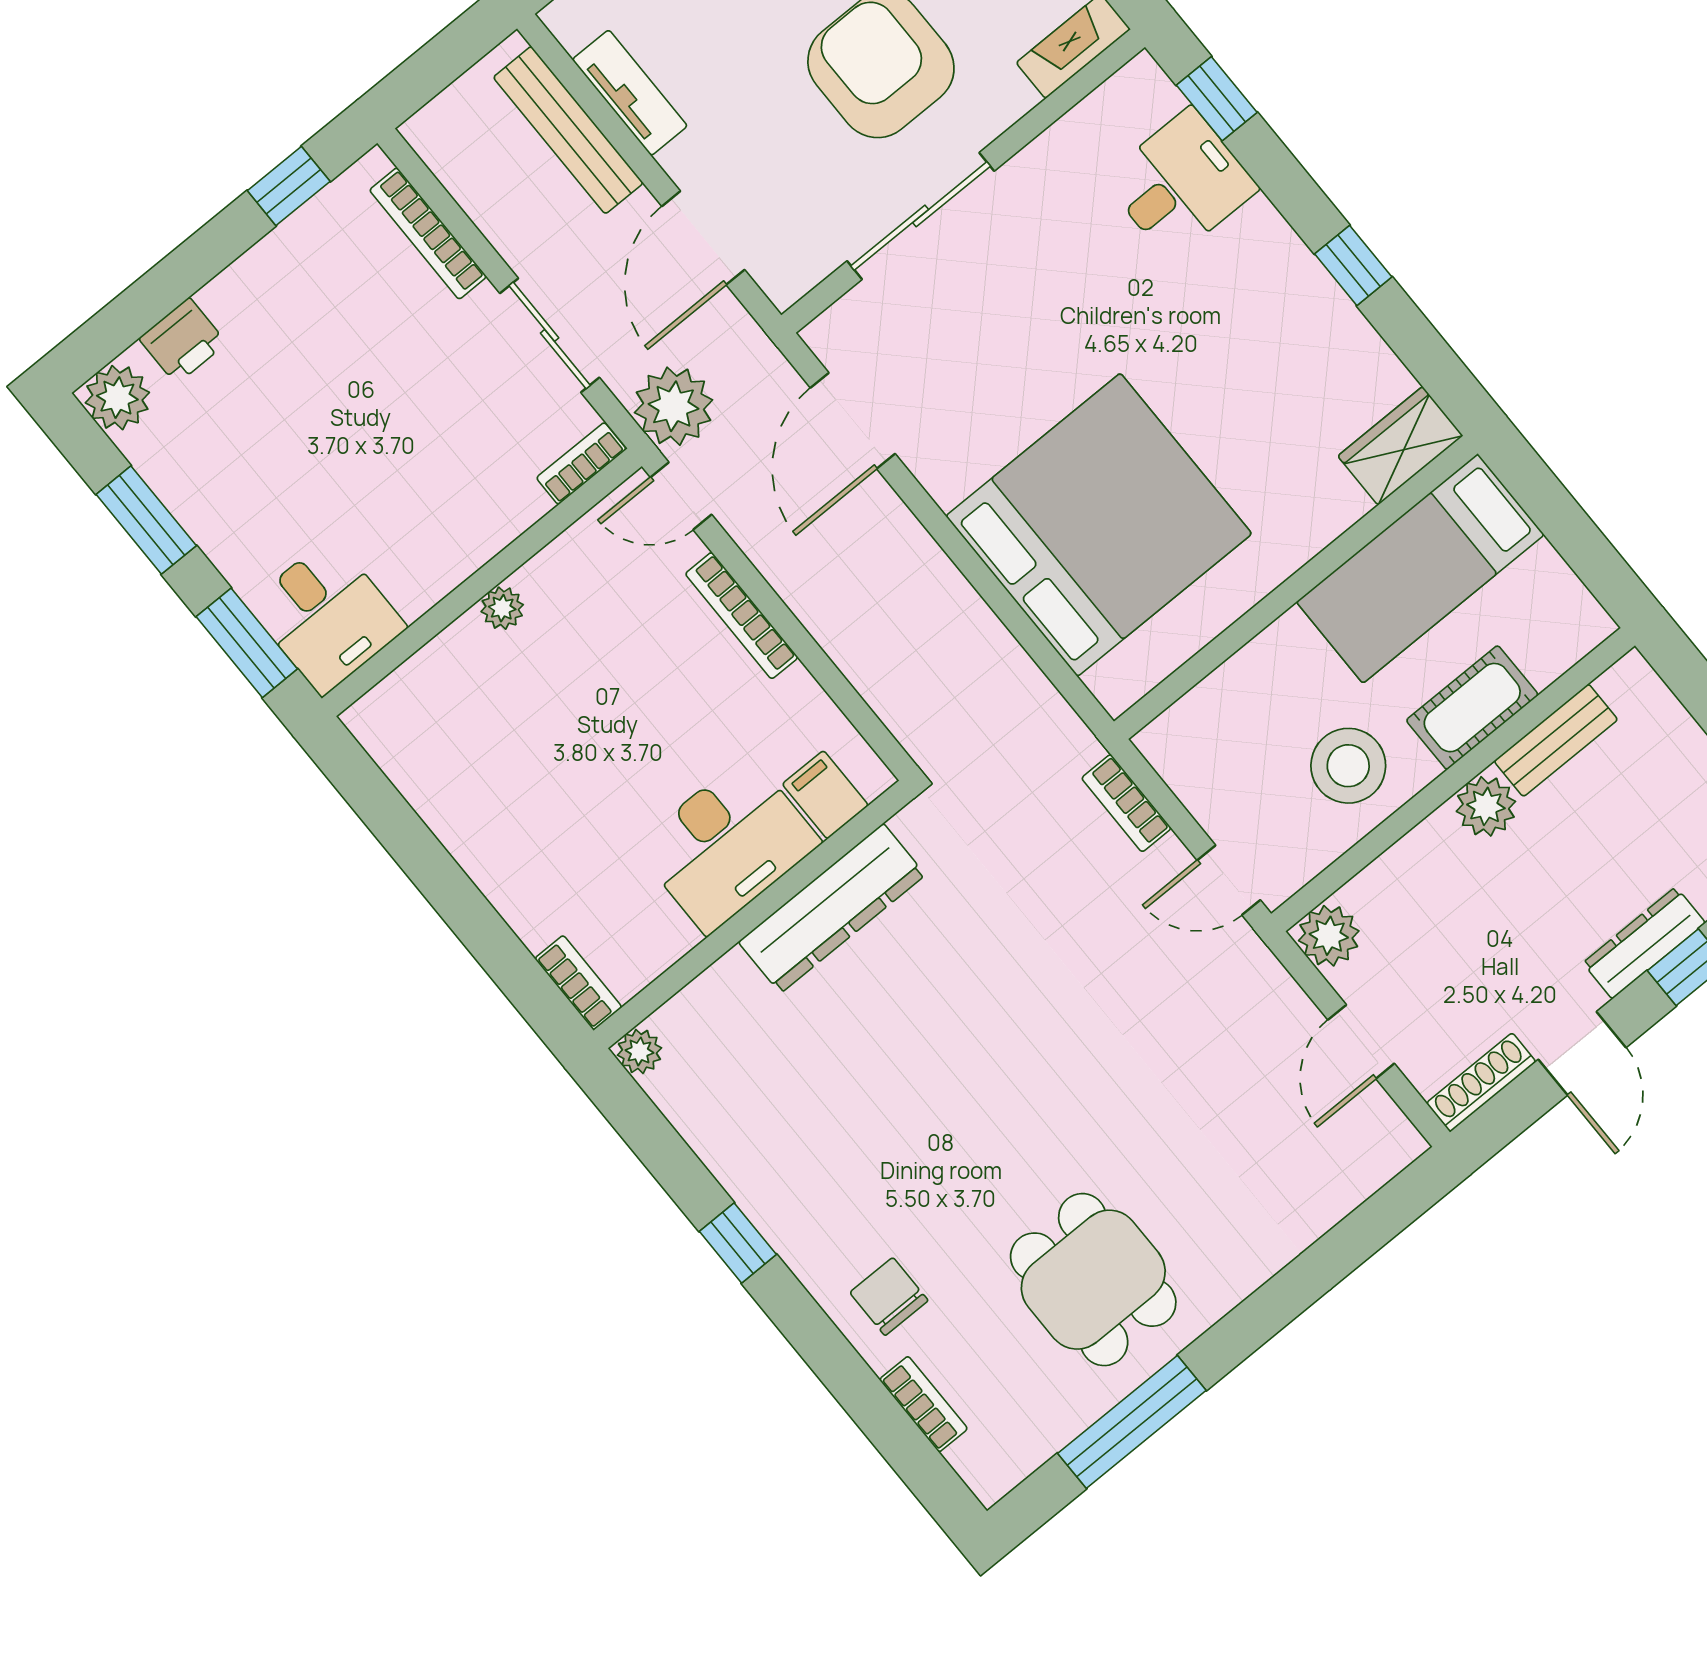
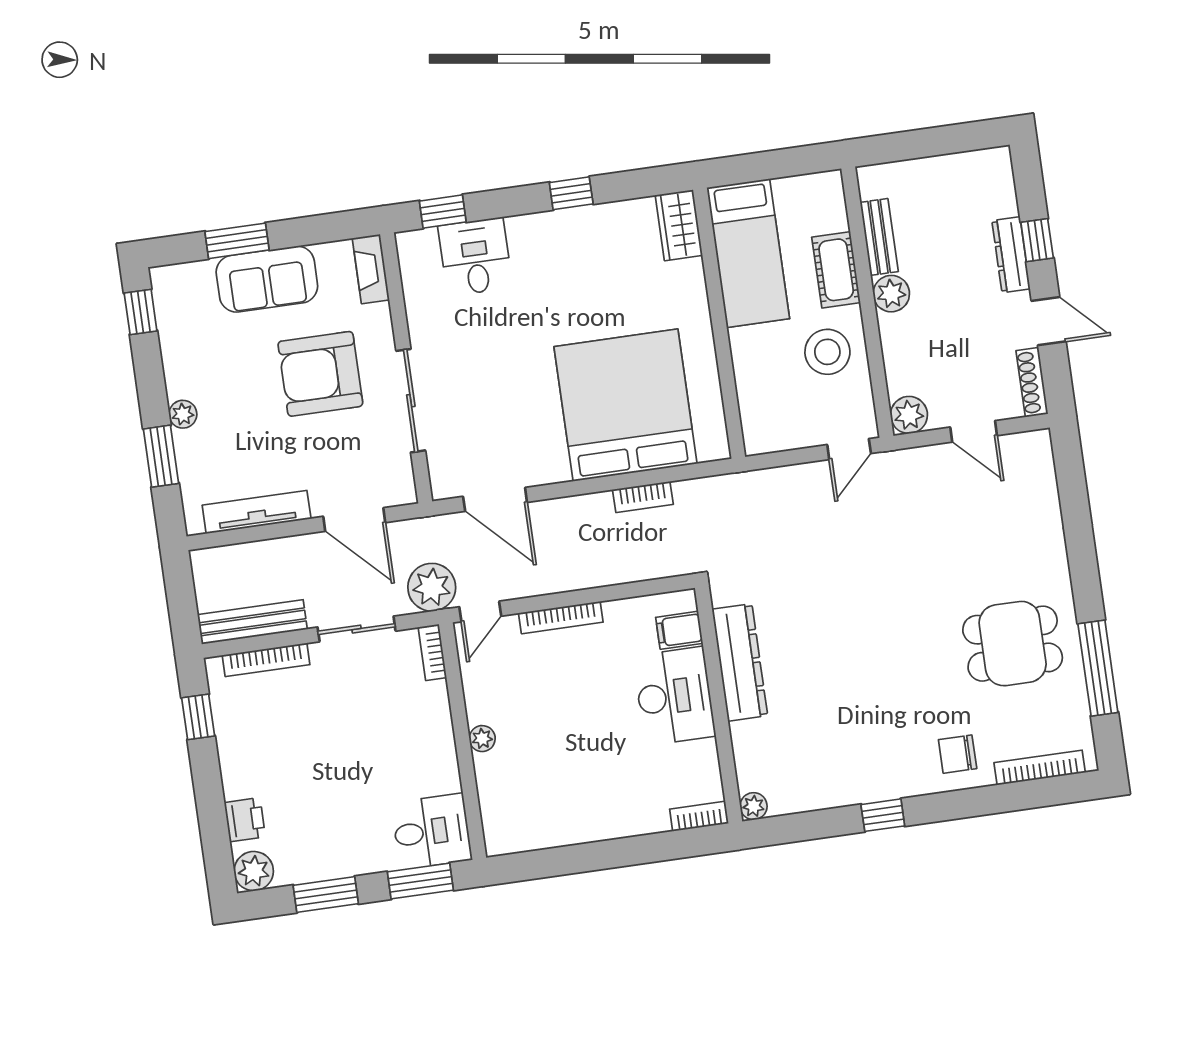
tv unit: (630, 93) -> (257, 512), width x1.41
bench: (568, 130) -> (252, 622), moved
bookcase: (1126, 803) -> (643, 497), moved
bookcase: (923, 1404) -> (1040, 768), width x1.56

